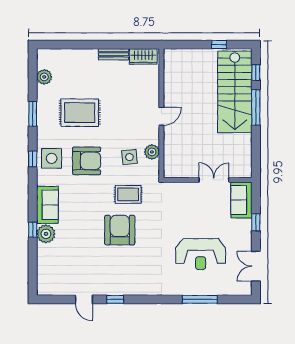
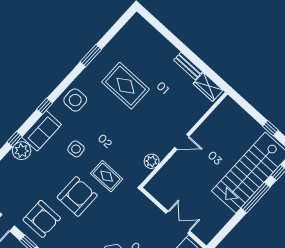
plant: (44, 77) -> (123, 37), removed
side table: (129, 157) -> (76, 149), moved
window: (33, 159) -> (45, 106), moved
armchair: (87, 161) -> (42, 219), moved

